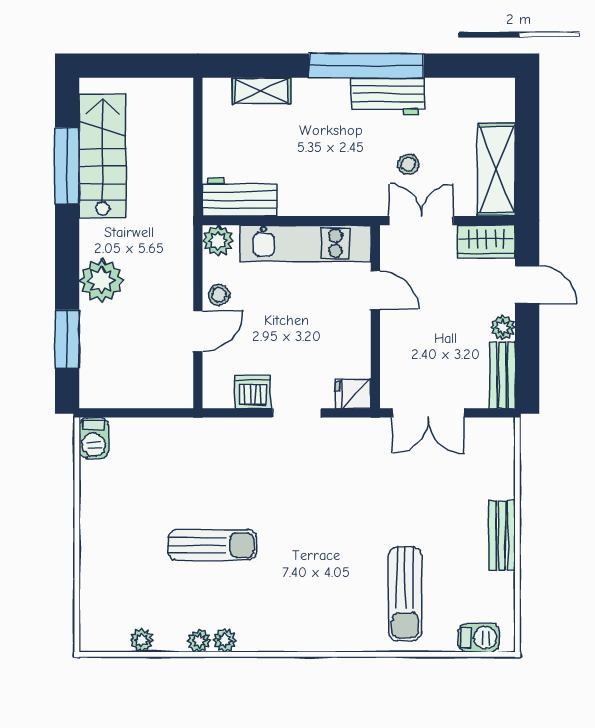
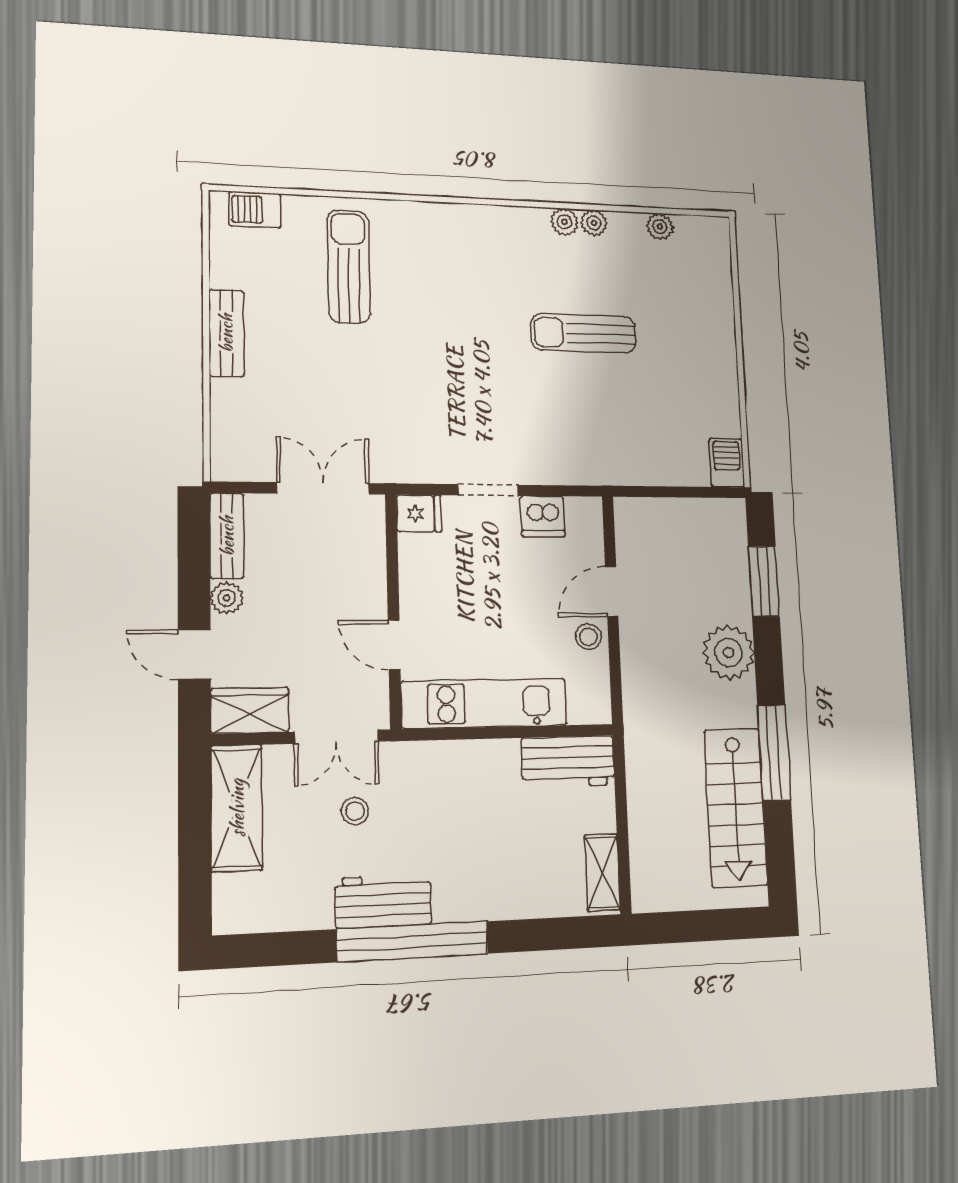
shelving: (261, 91) -> (602, 872), moved, turned 90
window: (67, 166) -> (774, 752), moved
plant: (218, 241) -> (592, 705), removed

